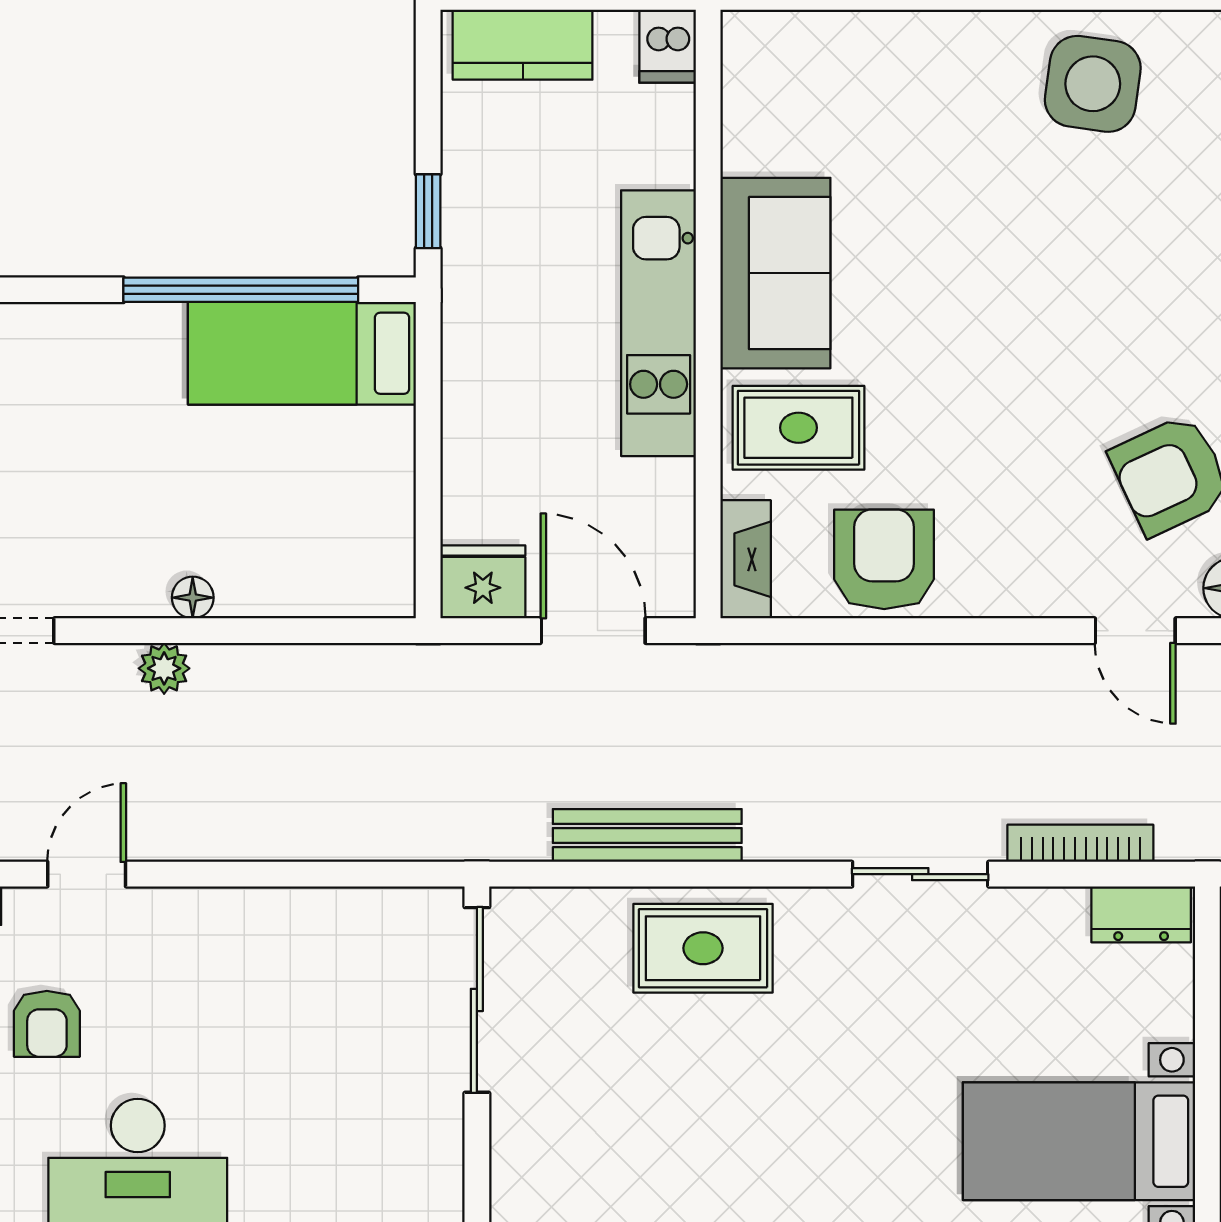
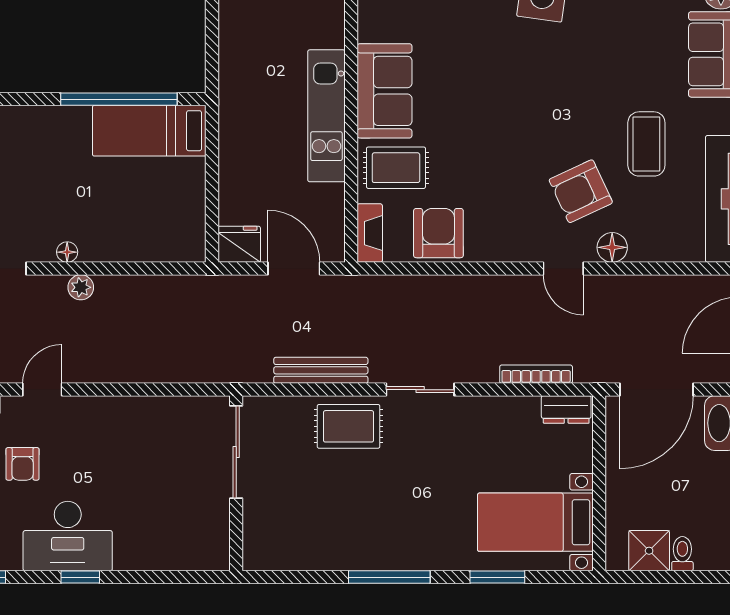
window: (428, 211) -> (212, 60), removed
floor lamp: (193, 598) -> (67, 252), moved
sliding door: (920, 874) -> (420, 390), moved

